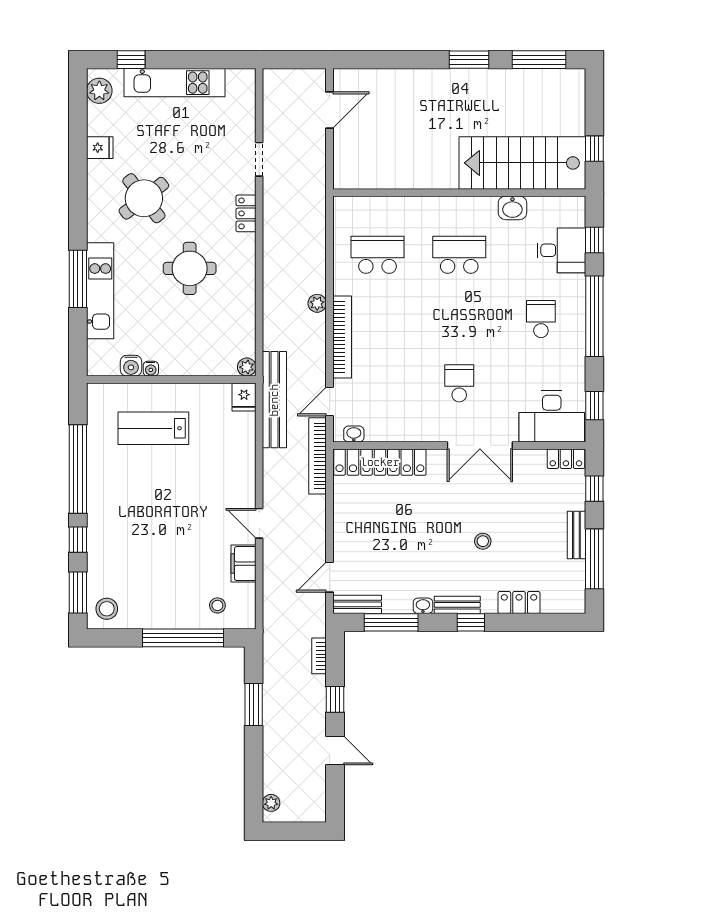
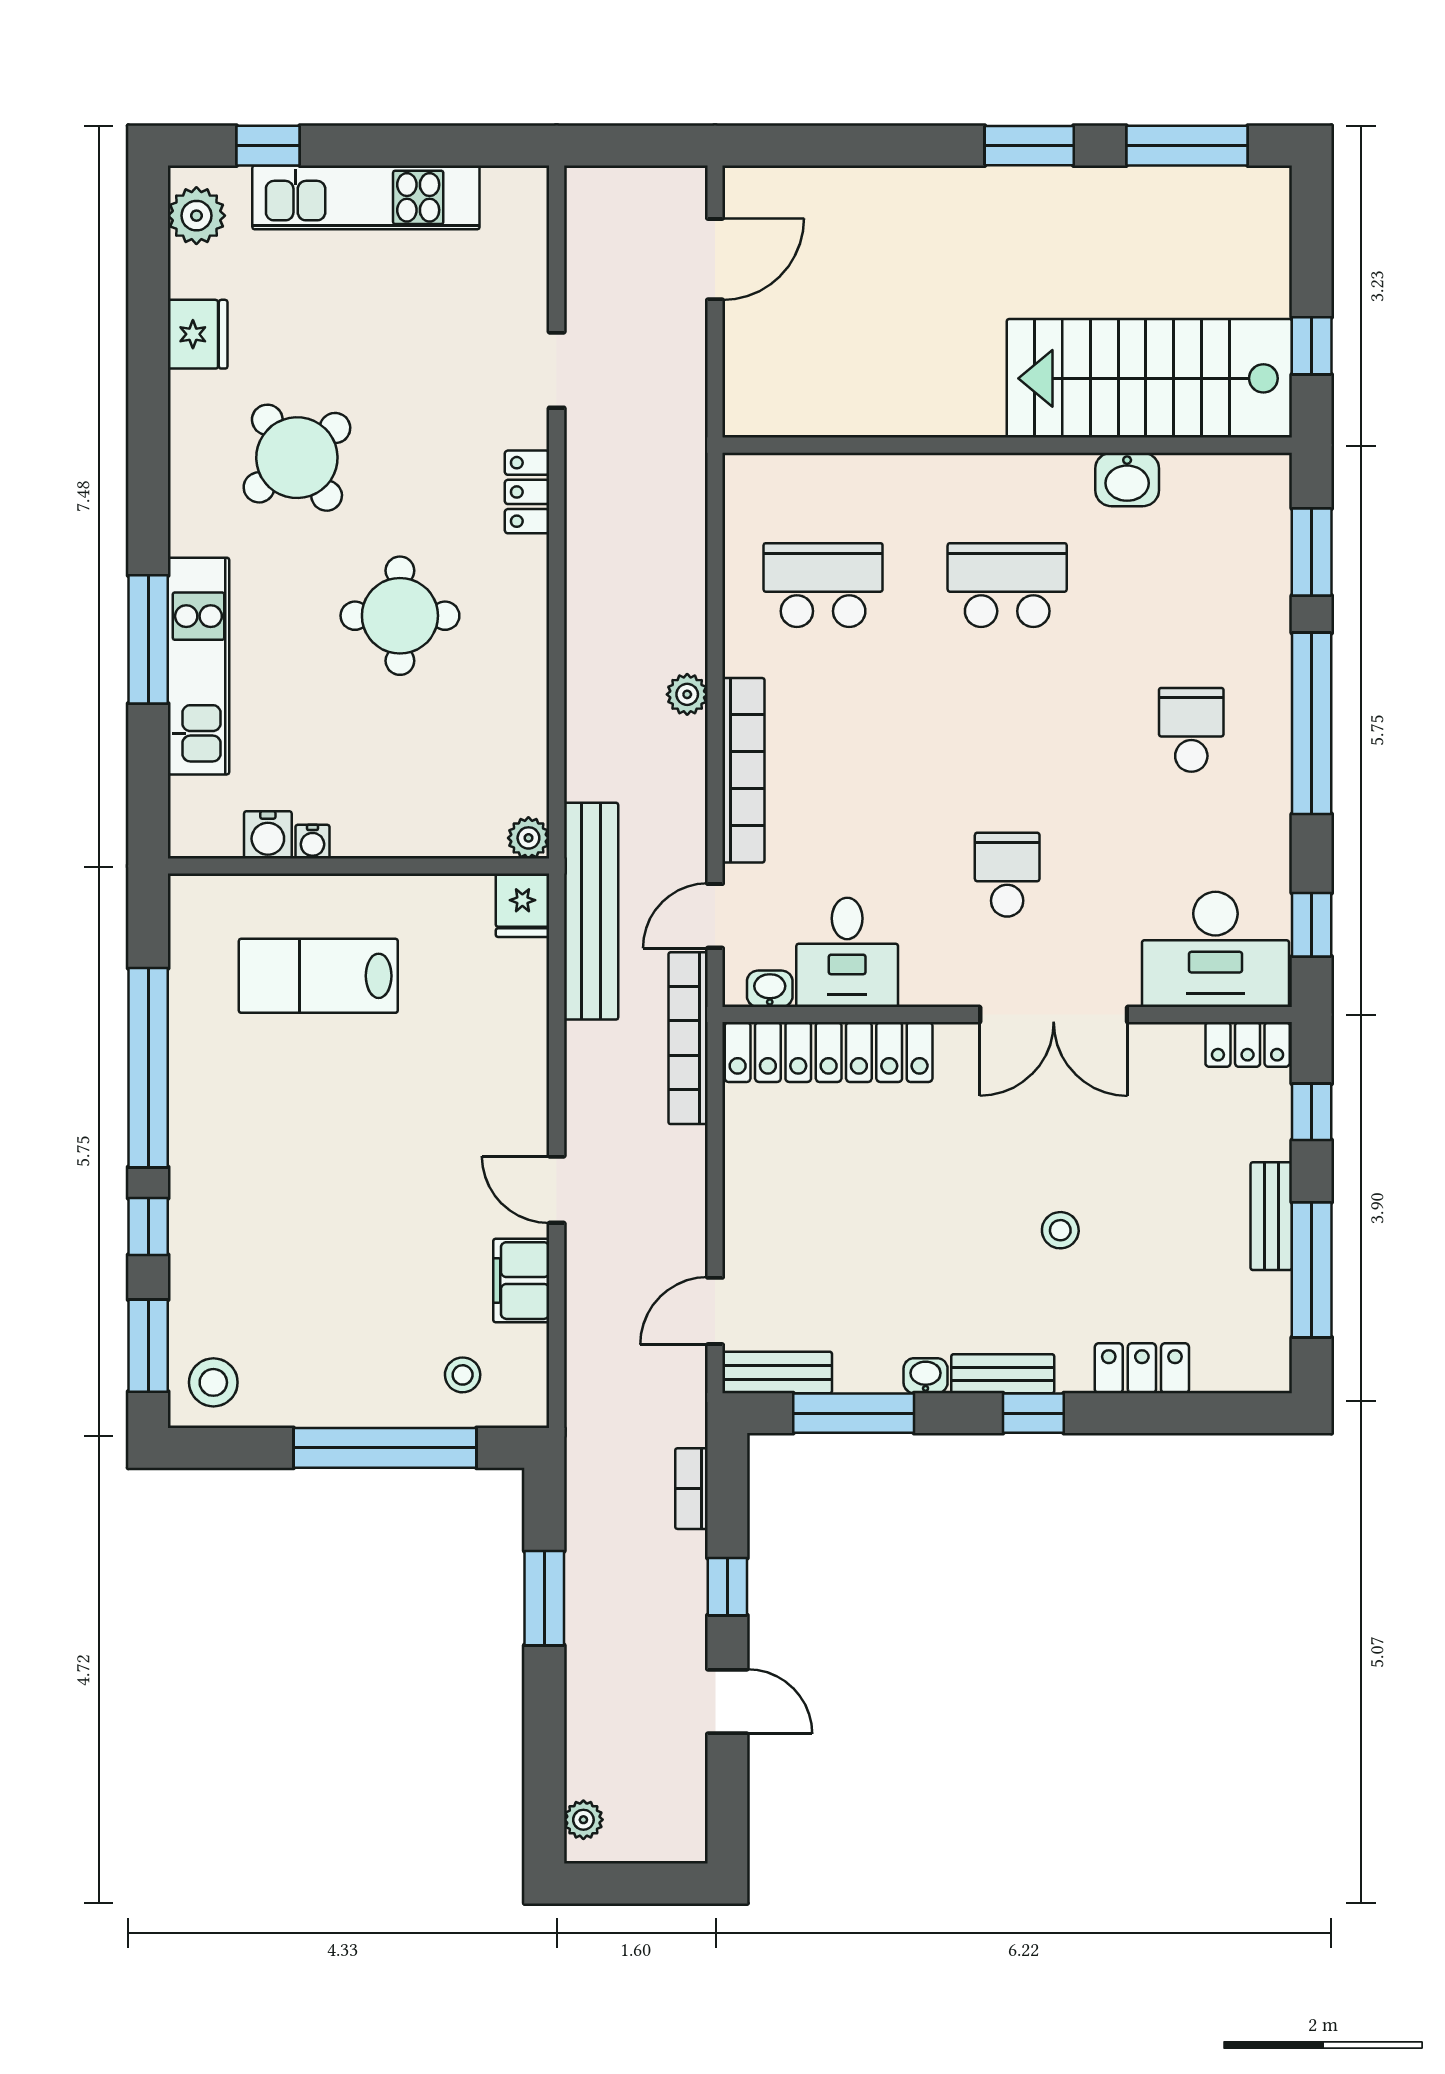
fridge: (100, 148) -> (198, 334), width x1.38
window: (594, 240) -> (1312, 552), width x1.50
desk: (561, 250) -> (847, 952), moved, turned 90

